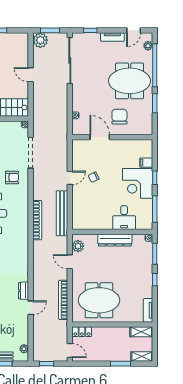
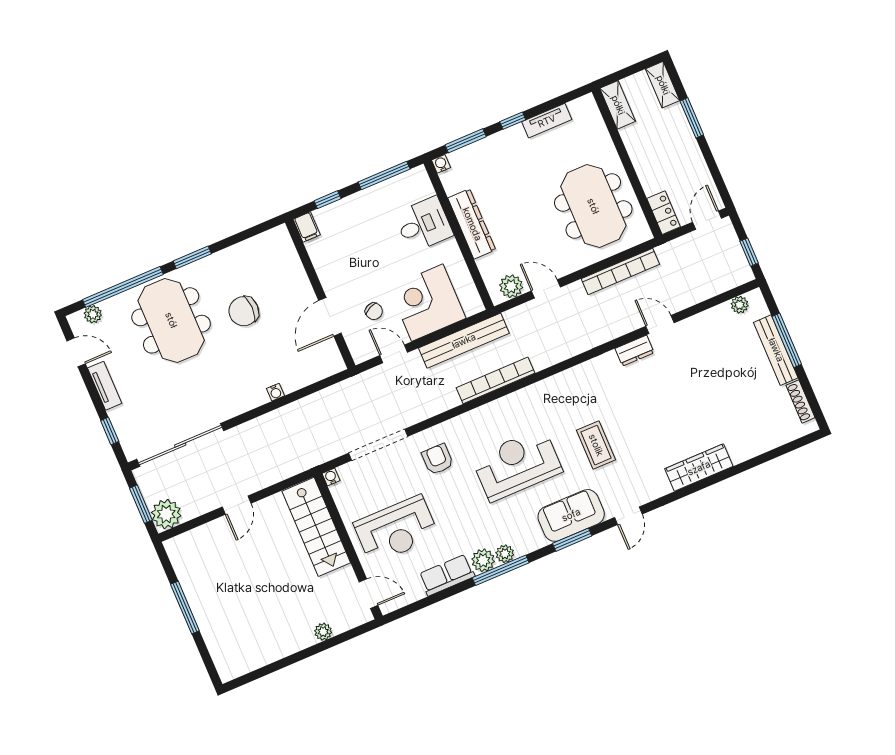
door: (100, 137) -> (330, 317), moved
wall: (112, 137) -> (320, 294), moved
corner desk: (138, 183) -> (427, 303), moved, turned 180
door: (70, 262) -> (546, 289), swing flipped
tv unit: (148, 310) -> (547, 121), moved

